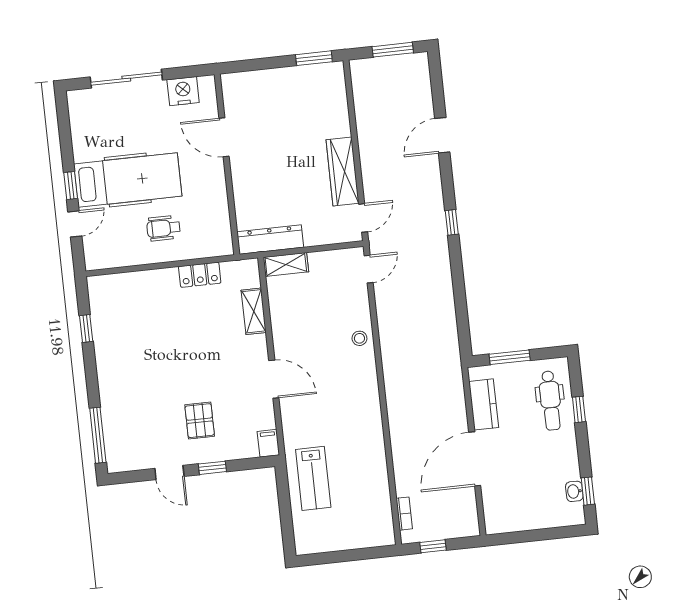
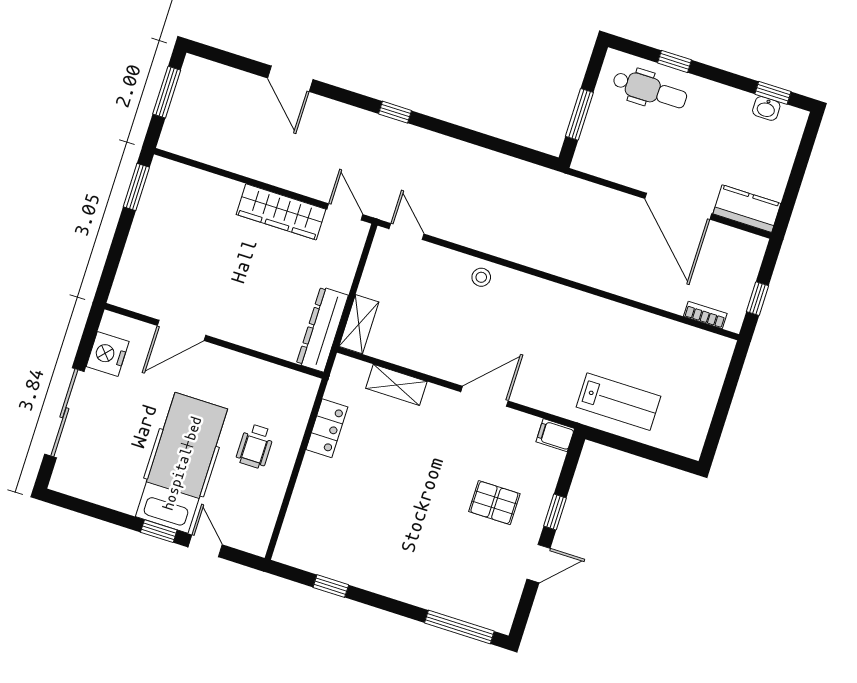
kitchen counter: (484, 404) -> (747, 209), moved

